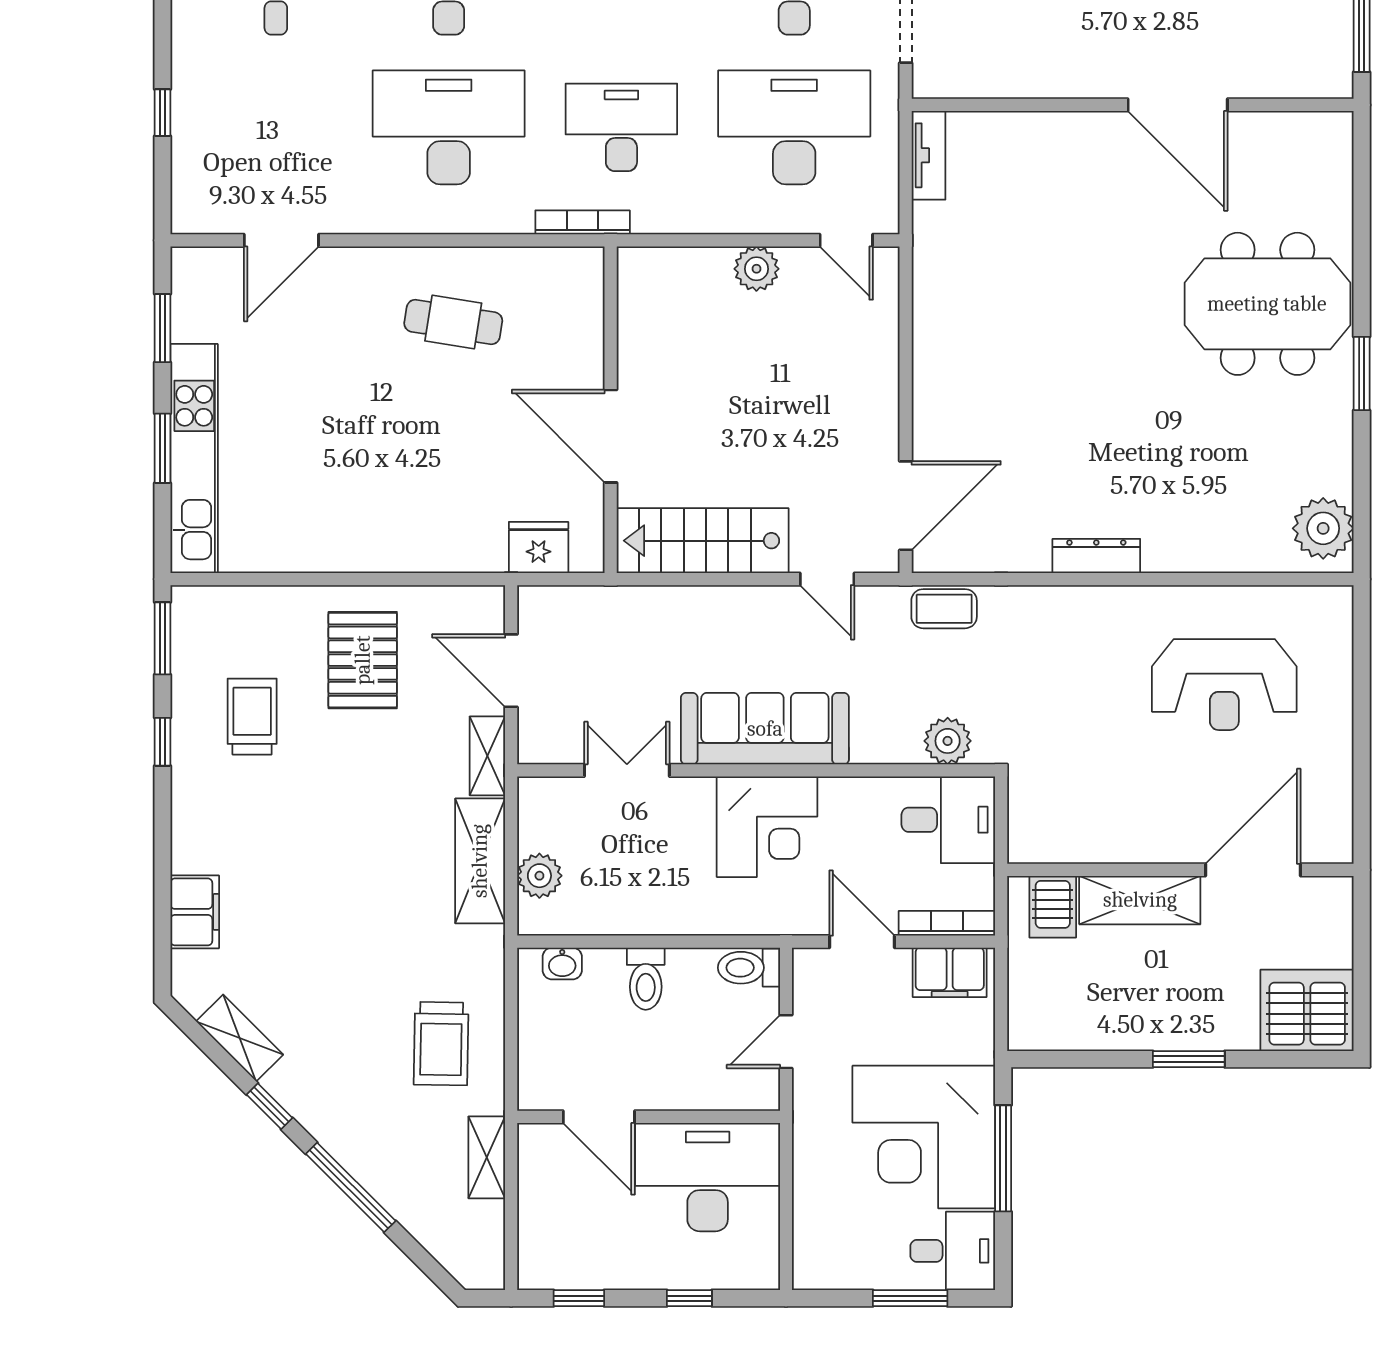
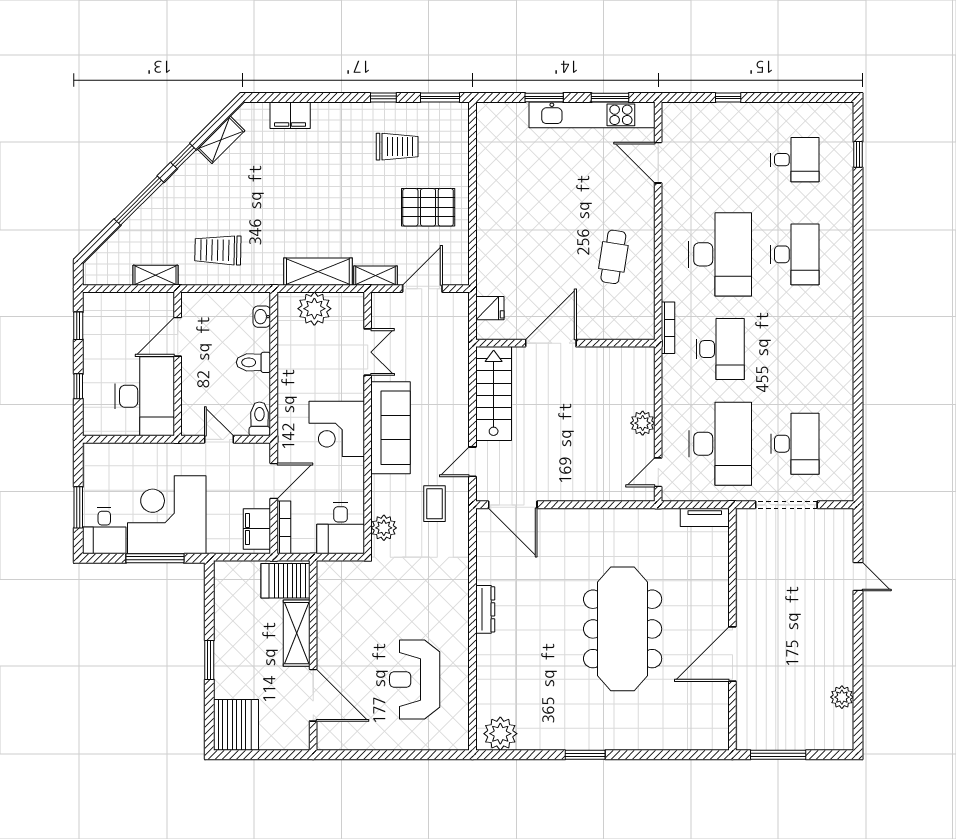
meeting table: (1267, 304) -> (623, 629), moved, width x1.36
kitchen unit: (194, 459) -> (592, 115), moved
fridge: (539, 547) -> (490, 308), width x0.72
coffee table: (944, 609) -> (435, 504), moved
plant: (539, 876) -> (314, 309), width x1.36, depth x1.36
server rack: (1053, 907) -> (285, 581), width x1.36, depth x1.44

